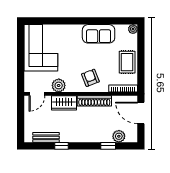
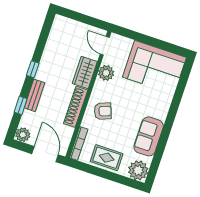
plant: (133, 29) -> (138, 170), width x1.87, depth x1.87
door: (141, 113) -> (45, 154), hinge flipped
plant: (119, 136) -> (23, 135), moved
bench: (46, 137) -> (34, 95), moved
window: (61, 146) -> (33, 69), moved

